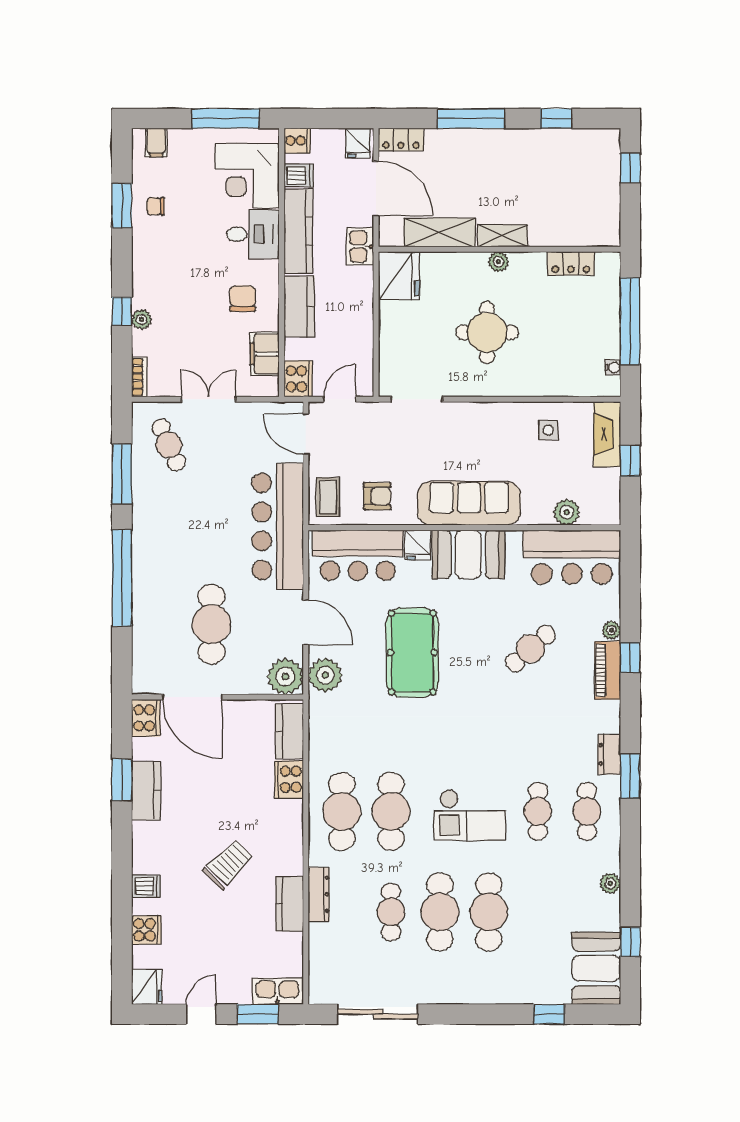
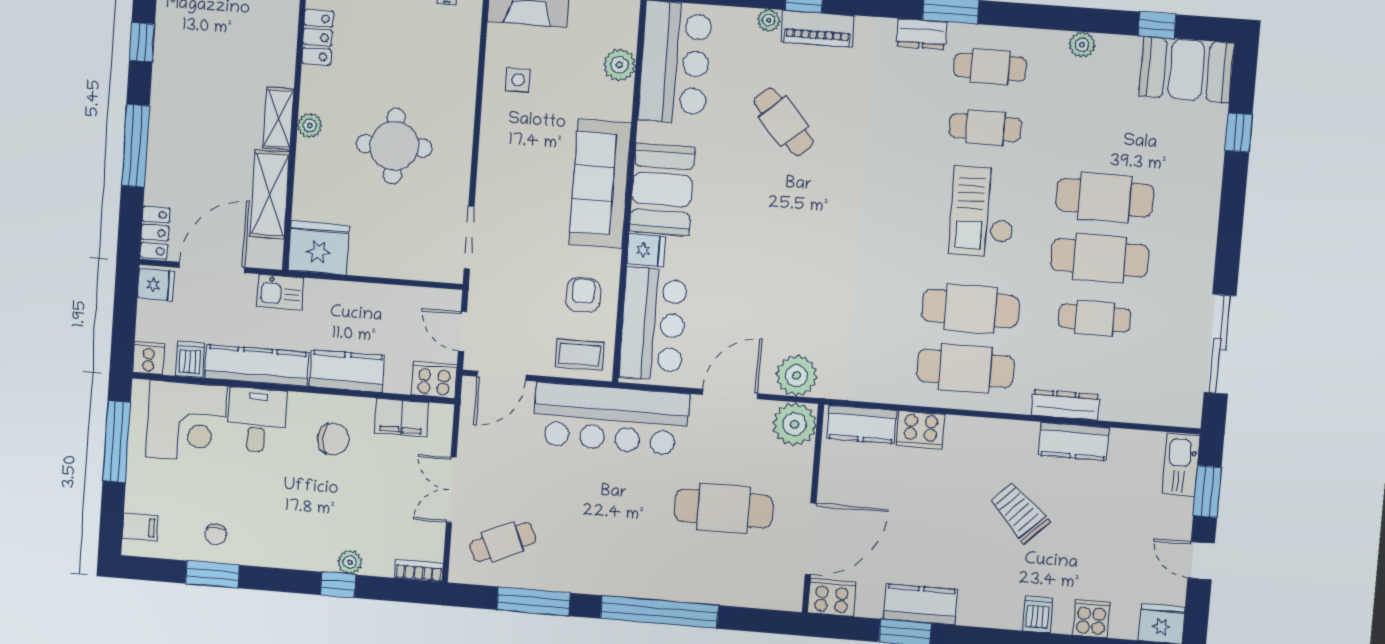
chair: (243, 299) -> (333, 439), turned 180
pool table: (412, 653) -> (777, 267), removed
checkout: (470, 815) -> (983, 212), turned 180

